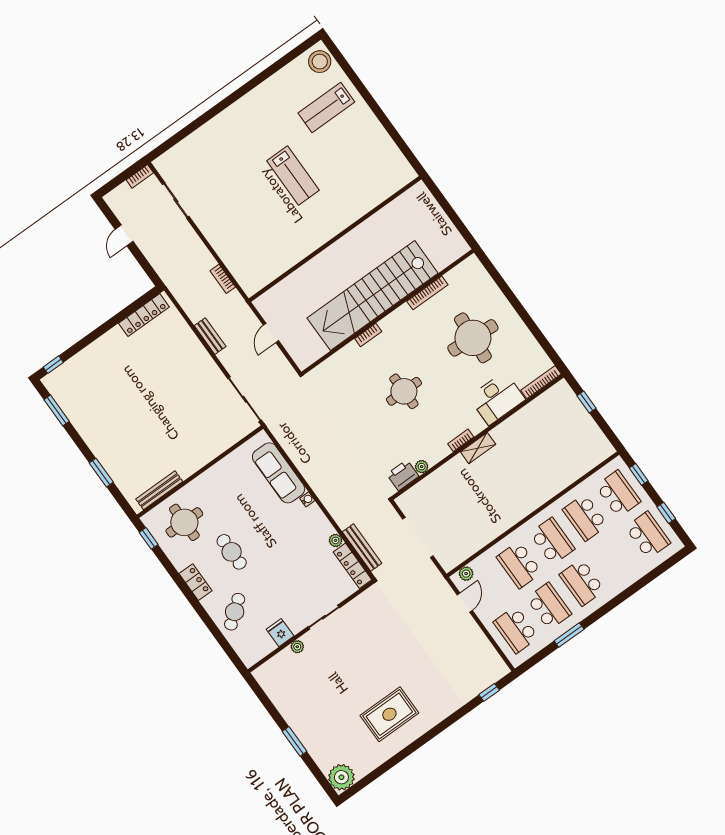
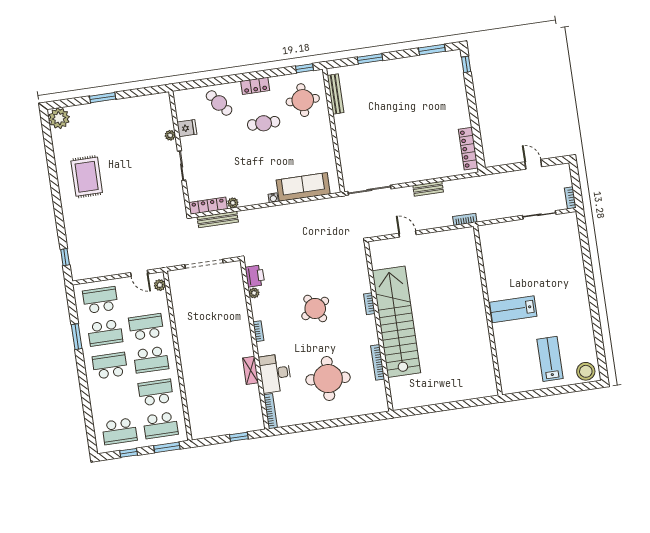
wall: (335, 239) -> (488, 311), moved
round table: (404, 391) -> (315, 308), turned -30
shelving: (478, 448) -> (251, 370), moved
window: (639, 474) -> (167, 447), width x1.50

